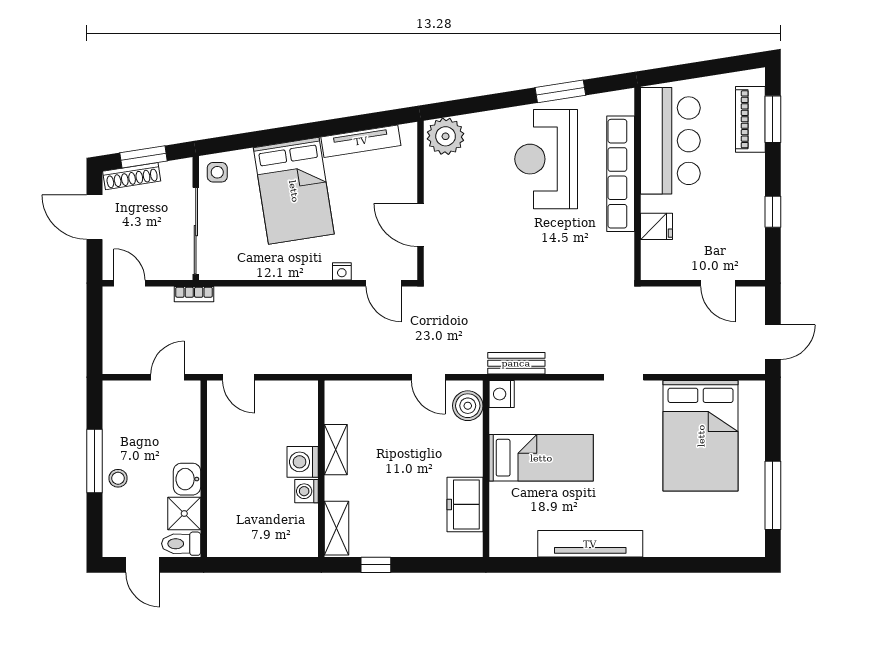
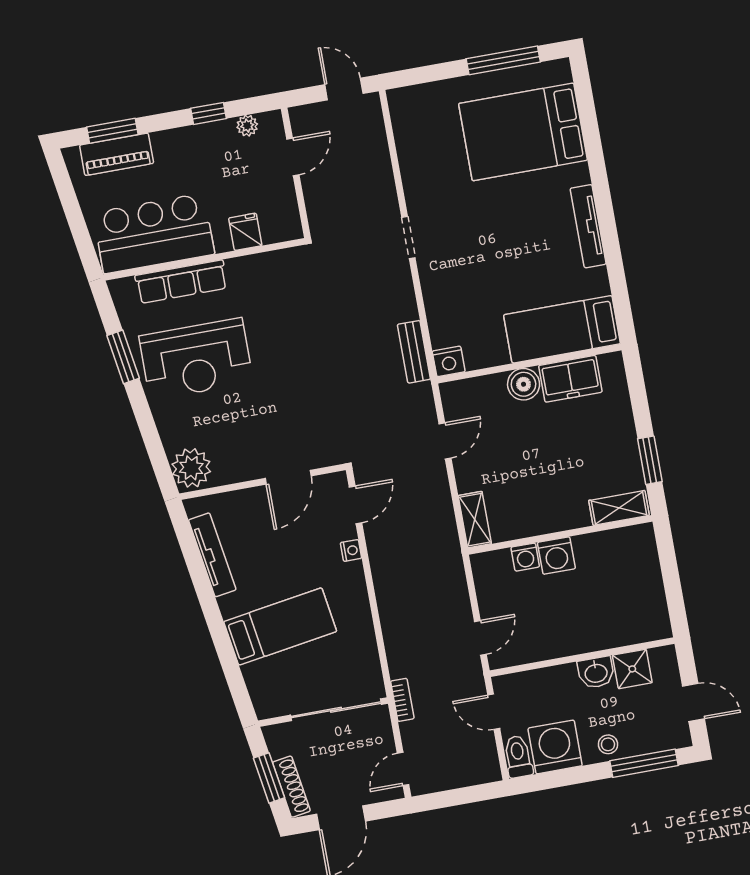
side table: (217, 172) -> (271, 698), removed
row of seats: (621, 174) -> (181, 282), width x0.73
bed: (294, 191) -> (280, 626), width x0.67
plant: (755, 246) -> (247, 126), added
boiler: (468, 406) -> (524, 384), moved
washing machine: (124, 429) -> (555, 747), added
bed: (701, 436) -> (523, 132), moved, turned 180
shelving: (336, 450) -> (475, 520), moved, turned 90
bed: (541, 458) -> (562, 329), moved, turned -90
window: (94, 461) -> (644, 763), moved
washing machine: (306, 491) -> (525, 557), moved
toilet: (181, 544) -> (518, 757), moved, turned 180
tv unit: (590, 544) -> (588, 226), width x0.73, depth x0.78
door: (143, 565) -> (693, 702), hinge flipped
window: (376, 565) -> (650, 460), width x1.50

